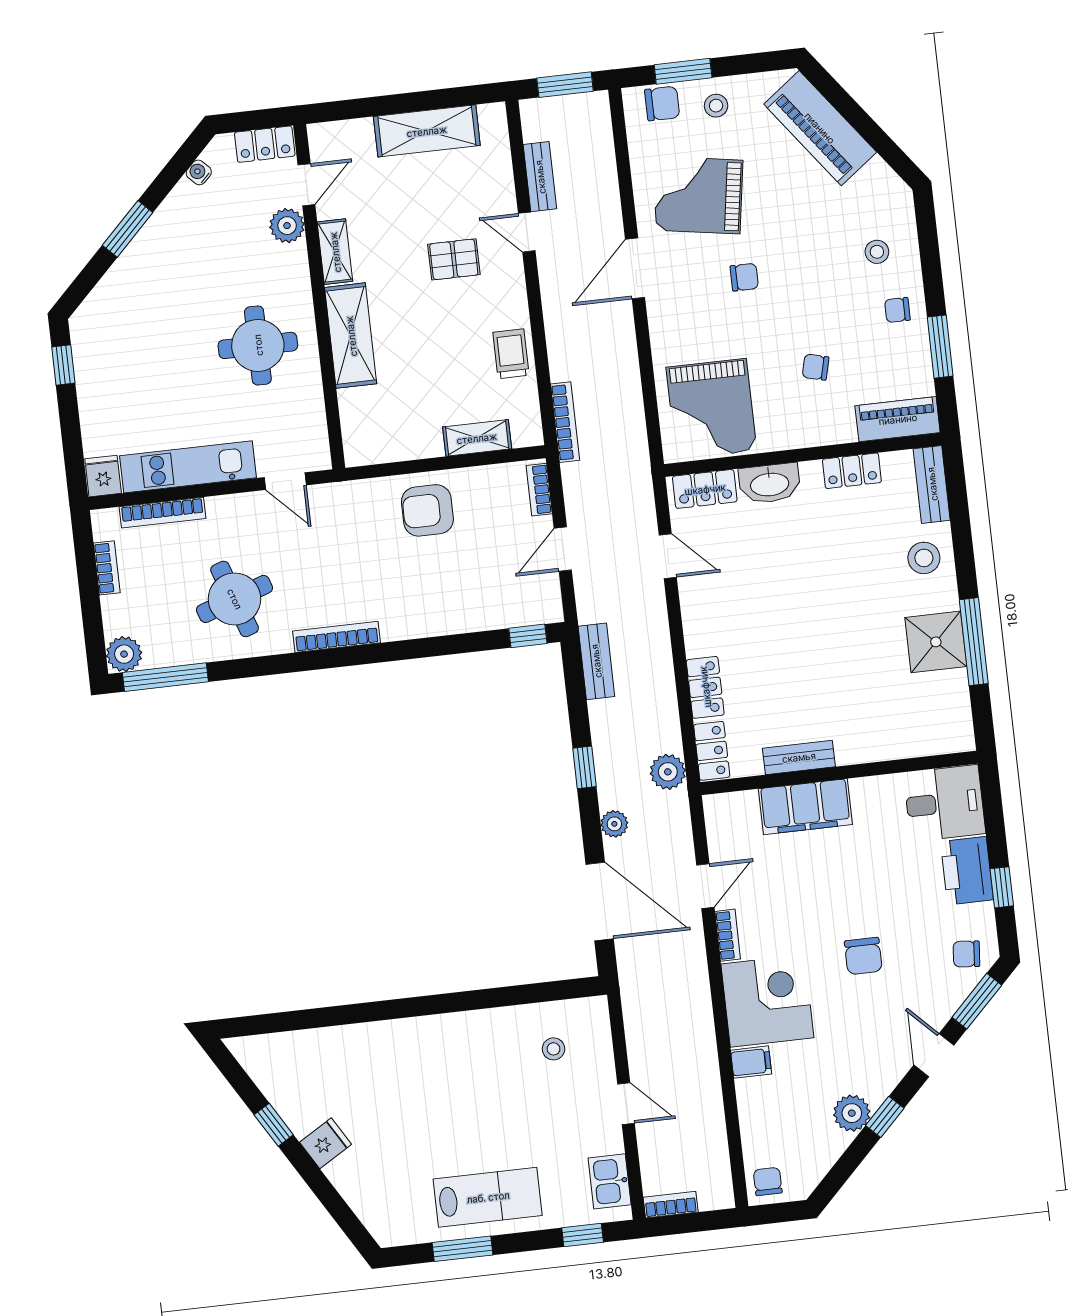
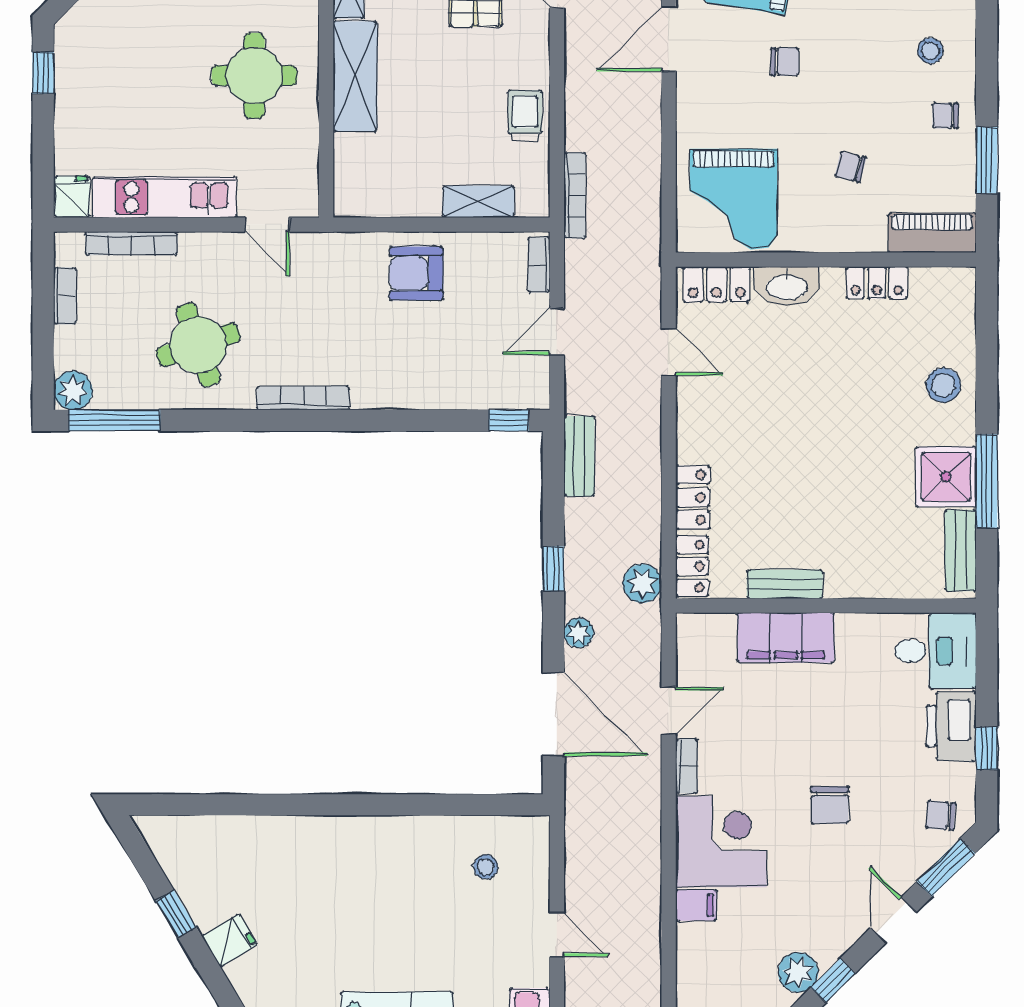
bench: (932, 484) -> (961, 550), moved

